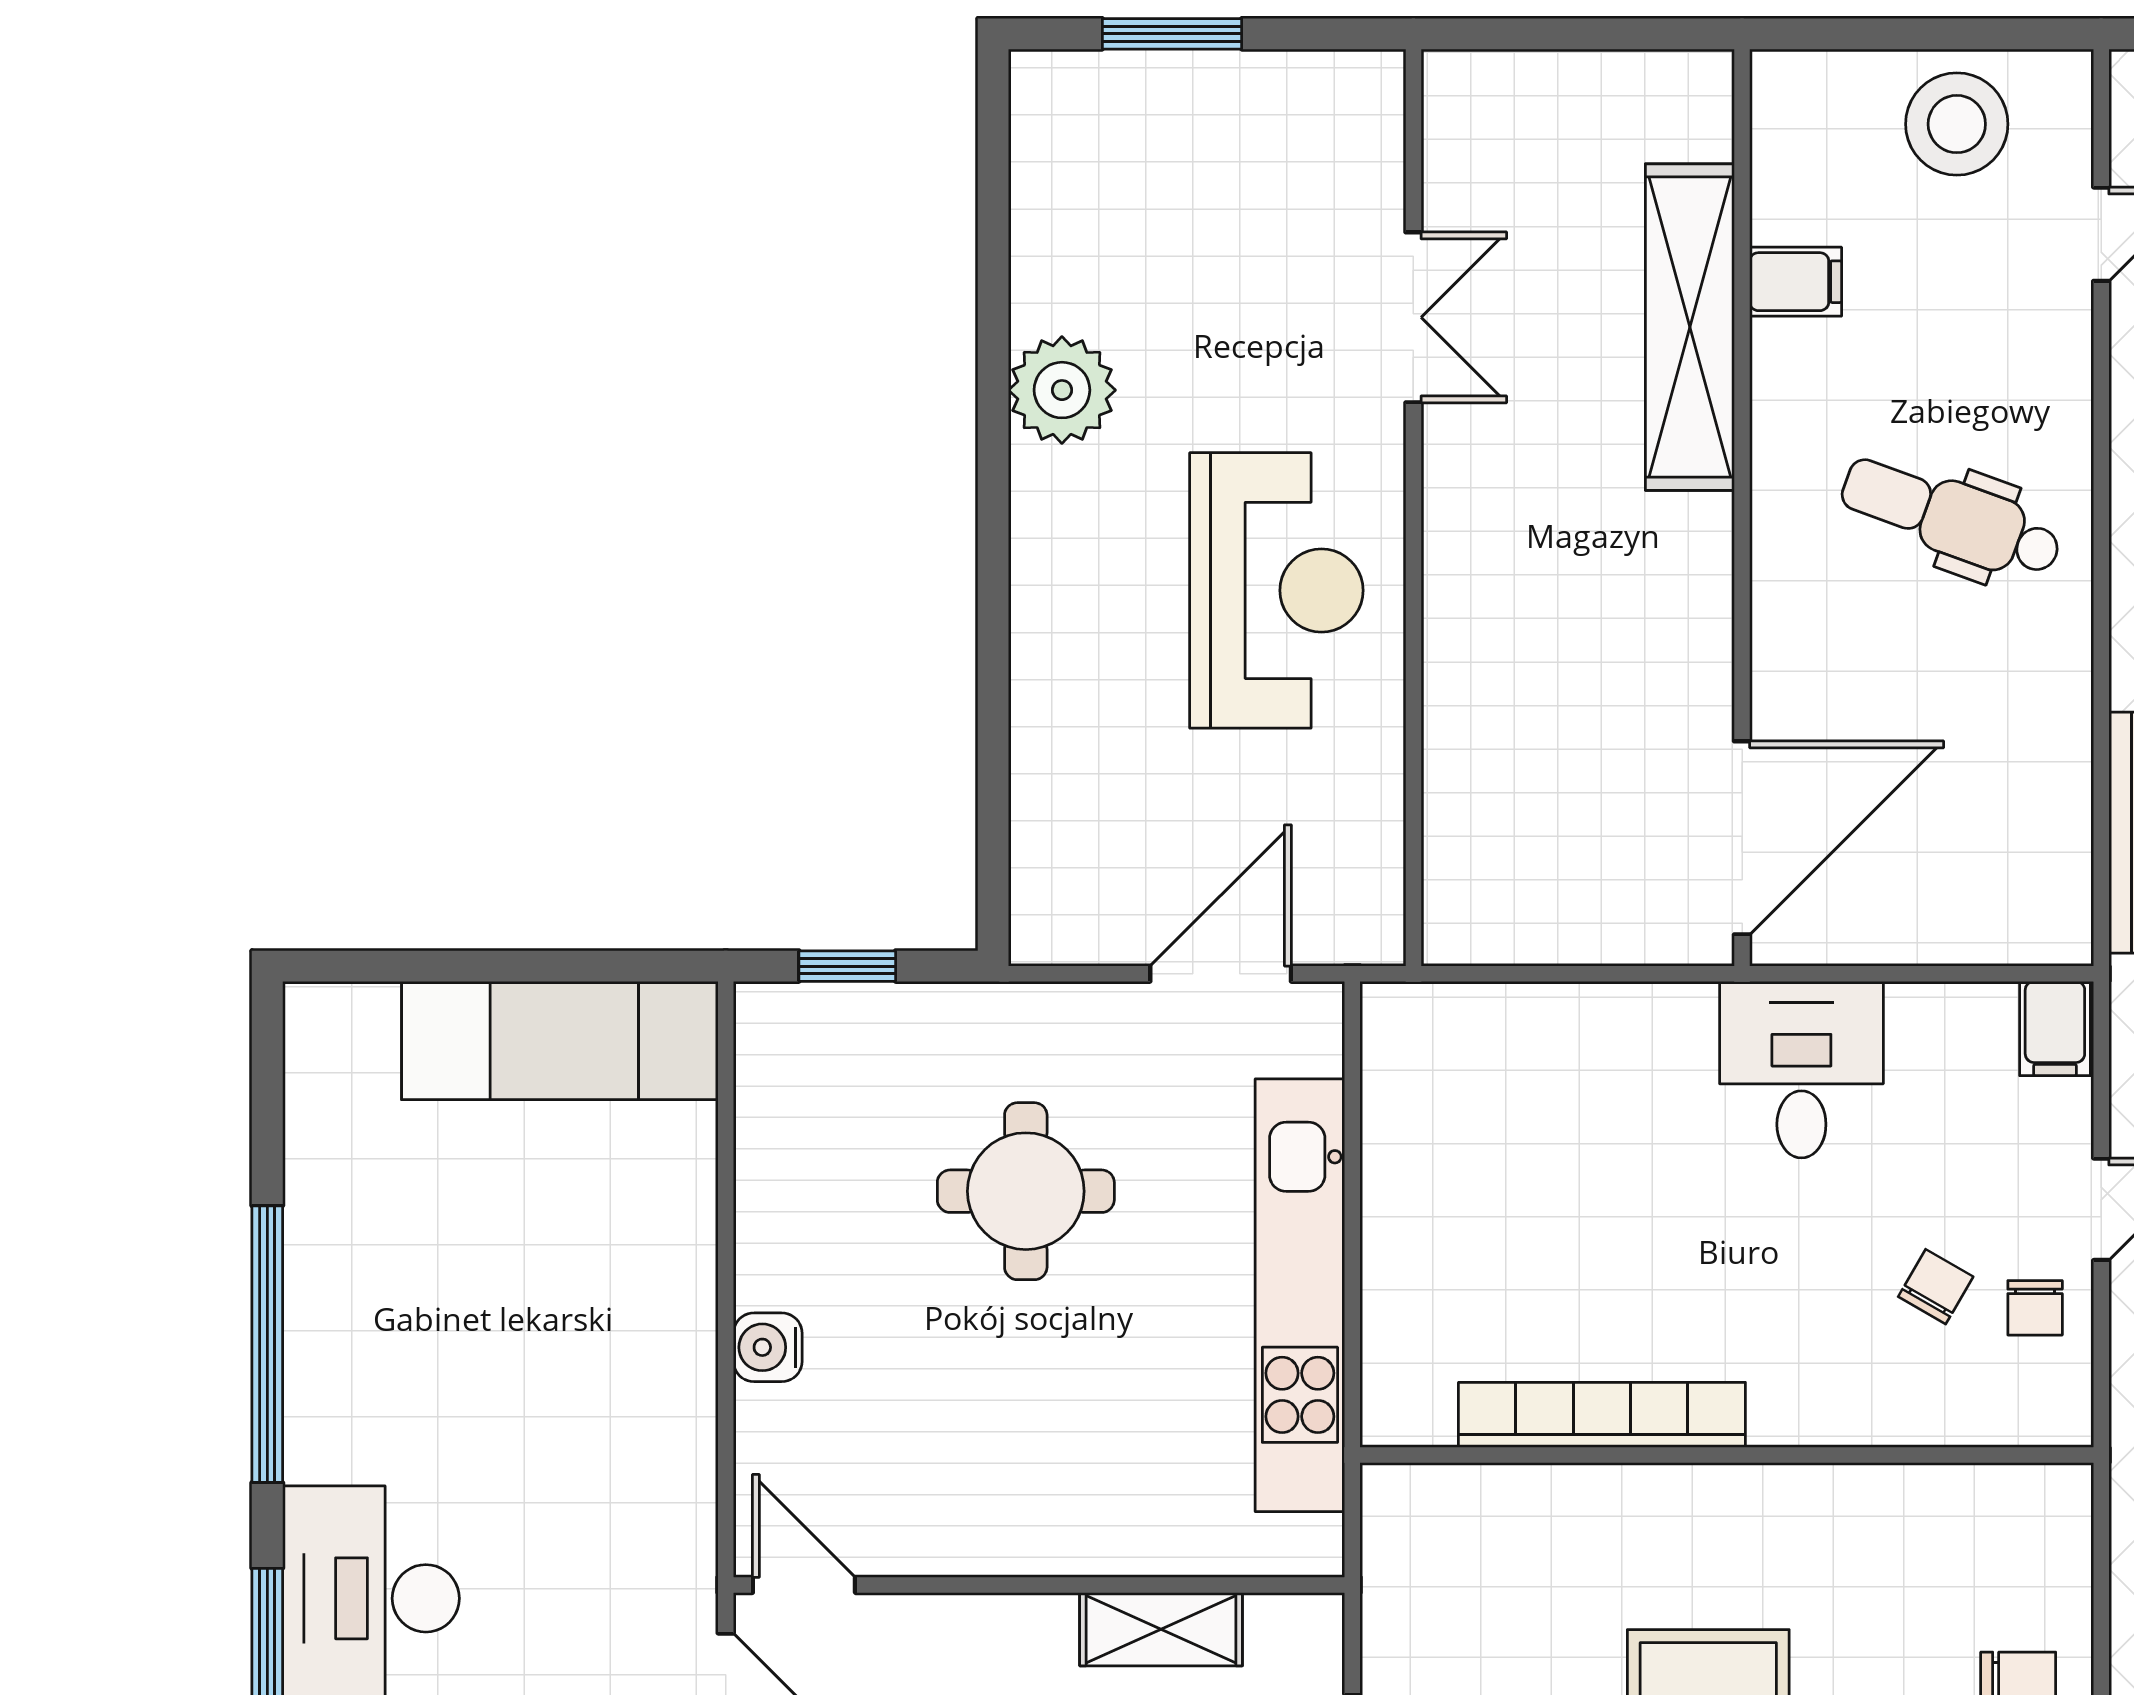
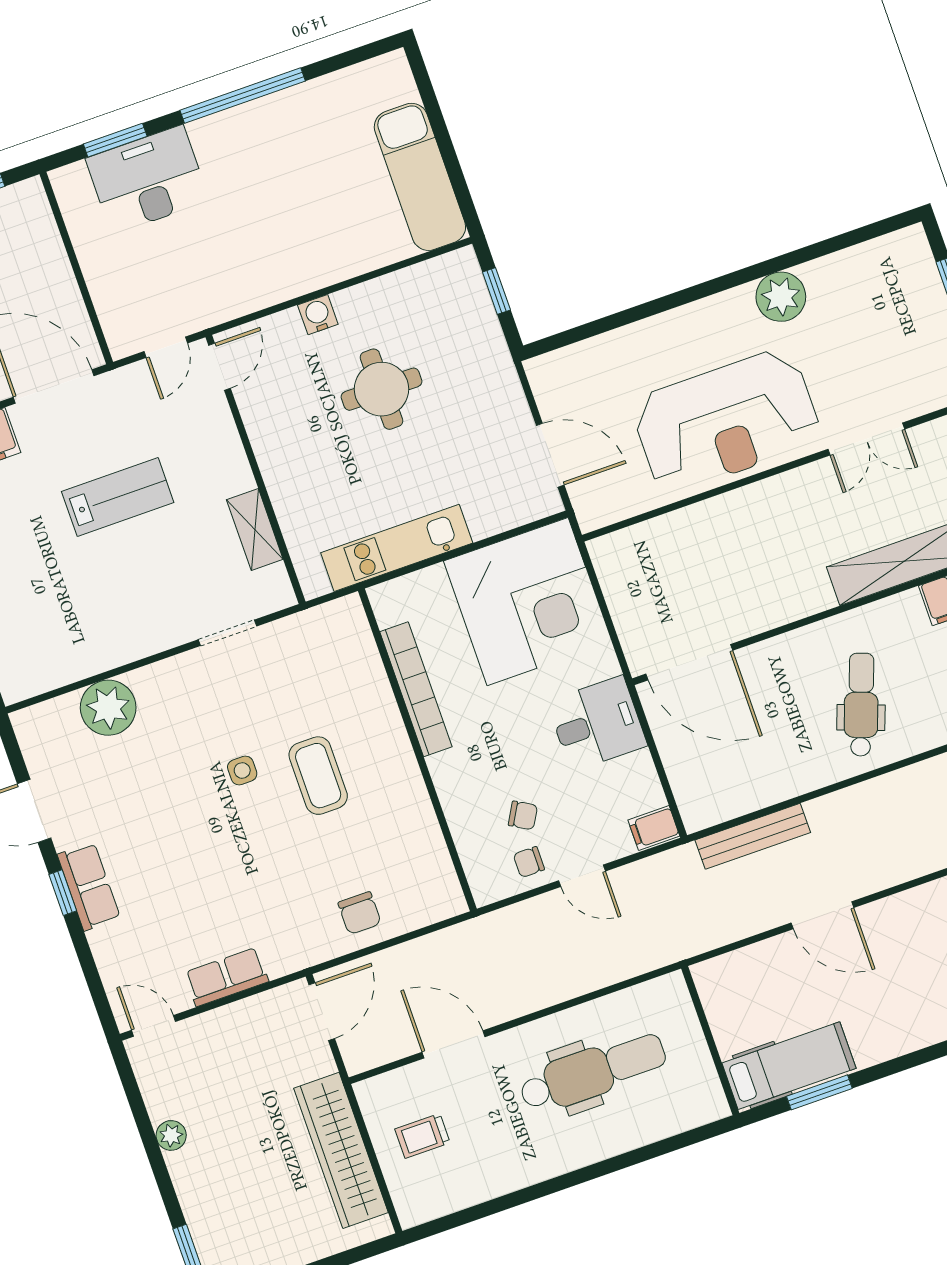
reception desk: (1276, 590) -> (726, 421), width x1.36, depth x1.30
corner desk: (1503, 1124) -> (528, 602), added
round table: (1026, 1191) -> (382, 389), moved
kitchen unit: (1300, 1295) -> (397, 548), width x0.73

